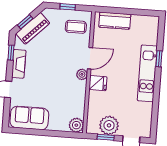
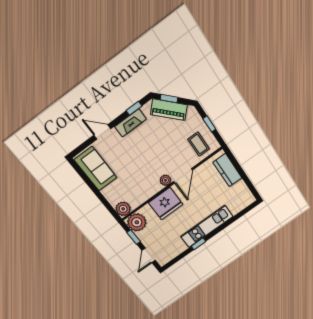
door: (90, 58) -> (183, 176), hinge flipped
window: (159, 59) -> (198, 244), moved
fridge: (98, 83) -> (166, 204), width x1.88, depth x1.34
plant: (109, 125) -> (137, 222), moved

